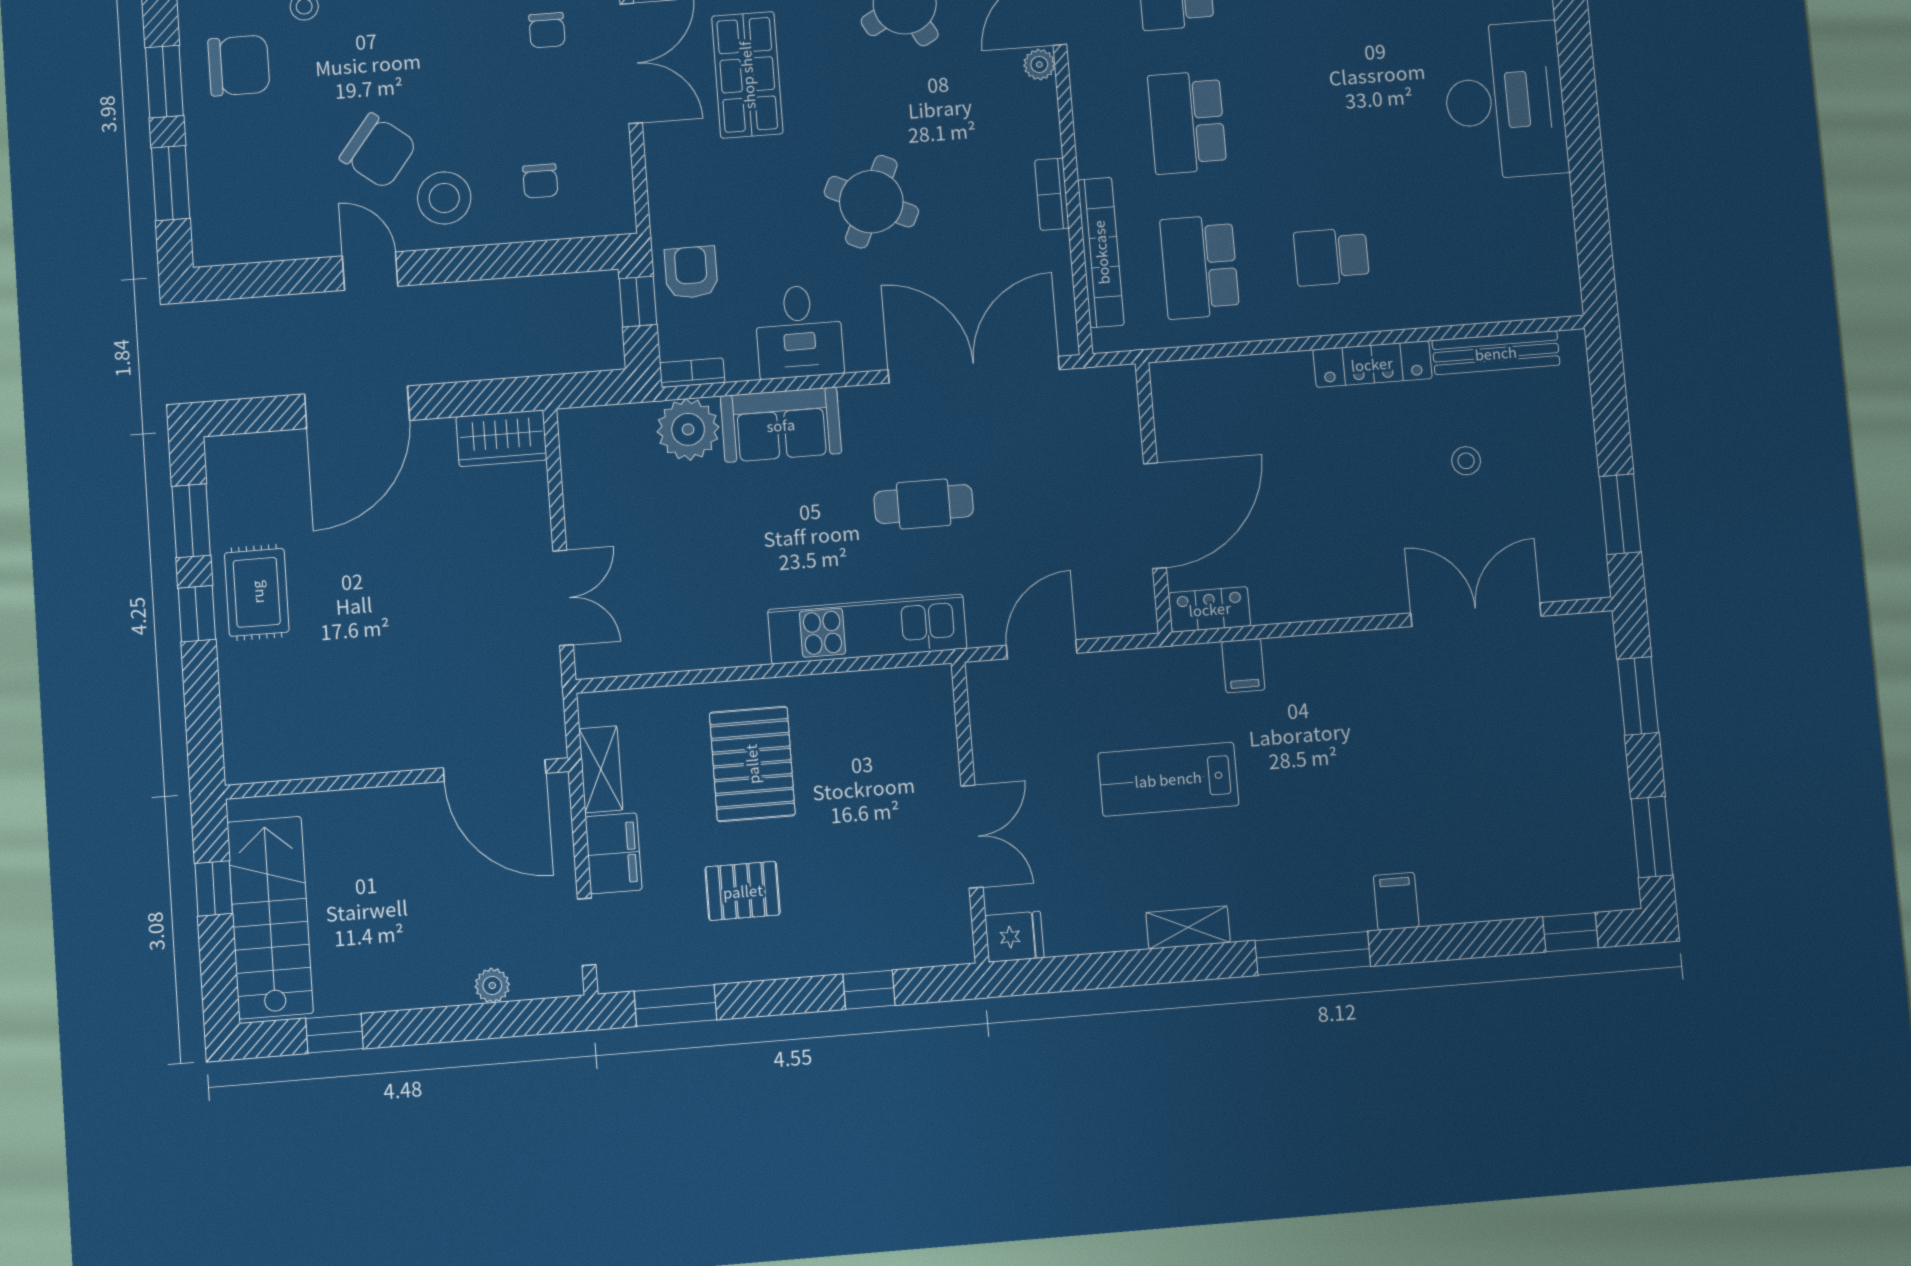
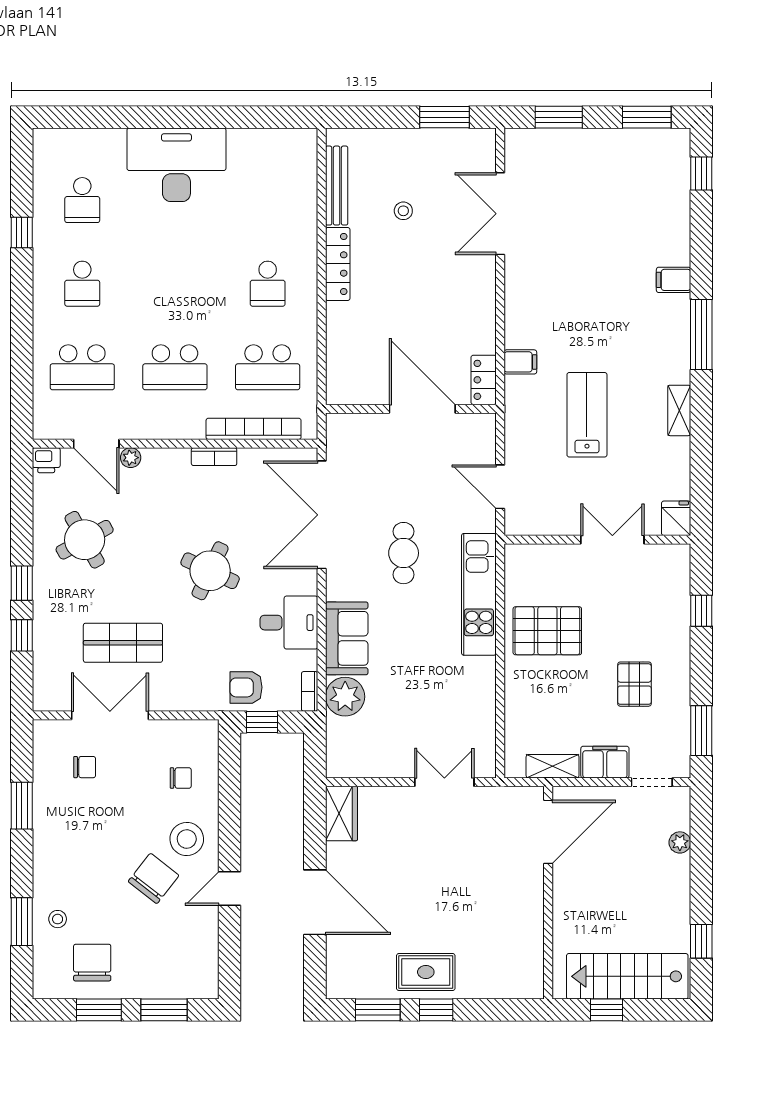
pallet: (752, 764) -> (547, 631), moved
lab bench: (1168, 779) -> (587, 415), turned 180

